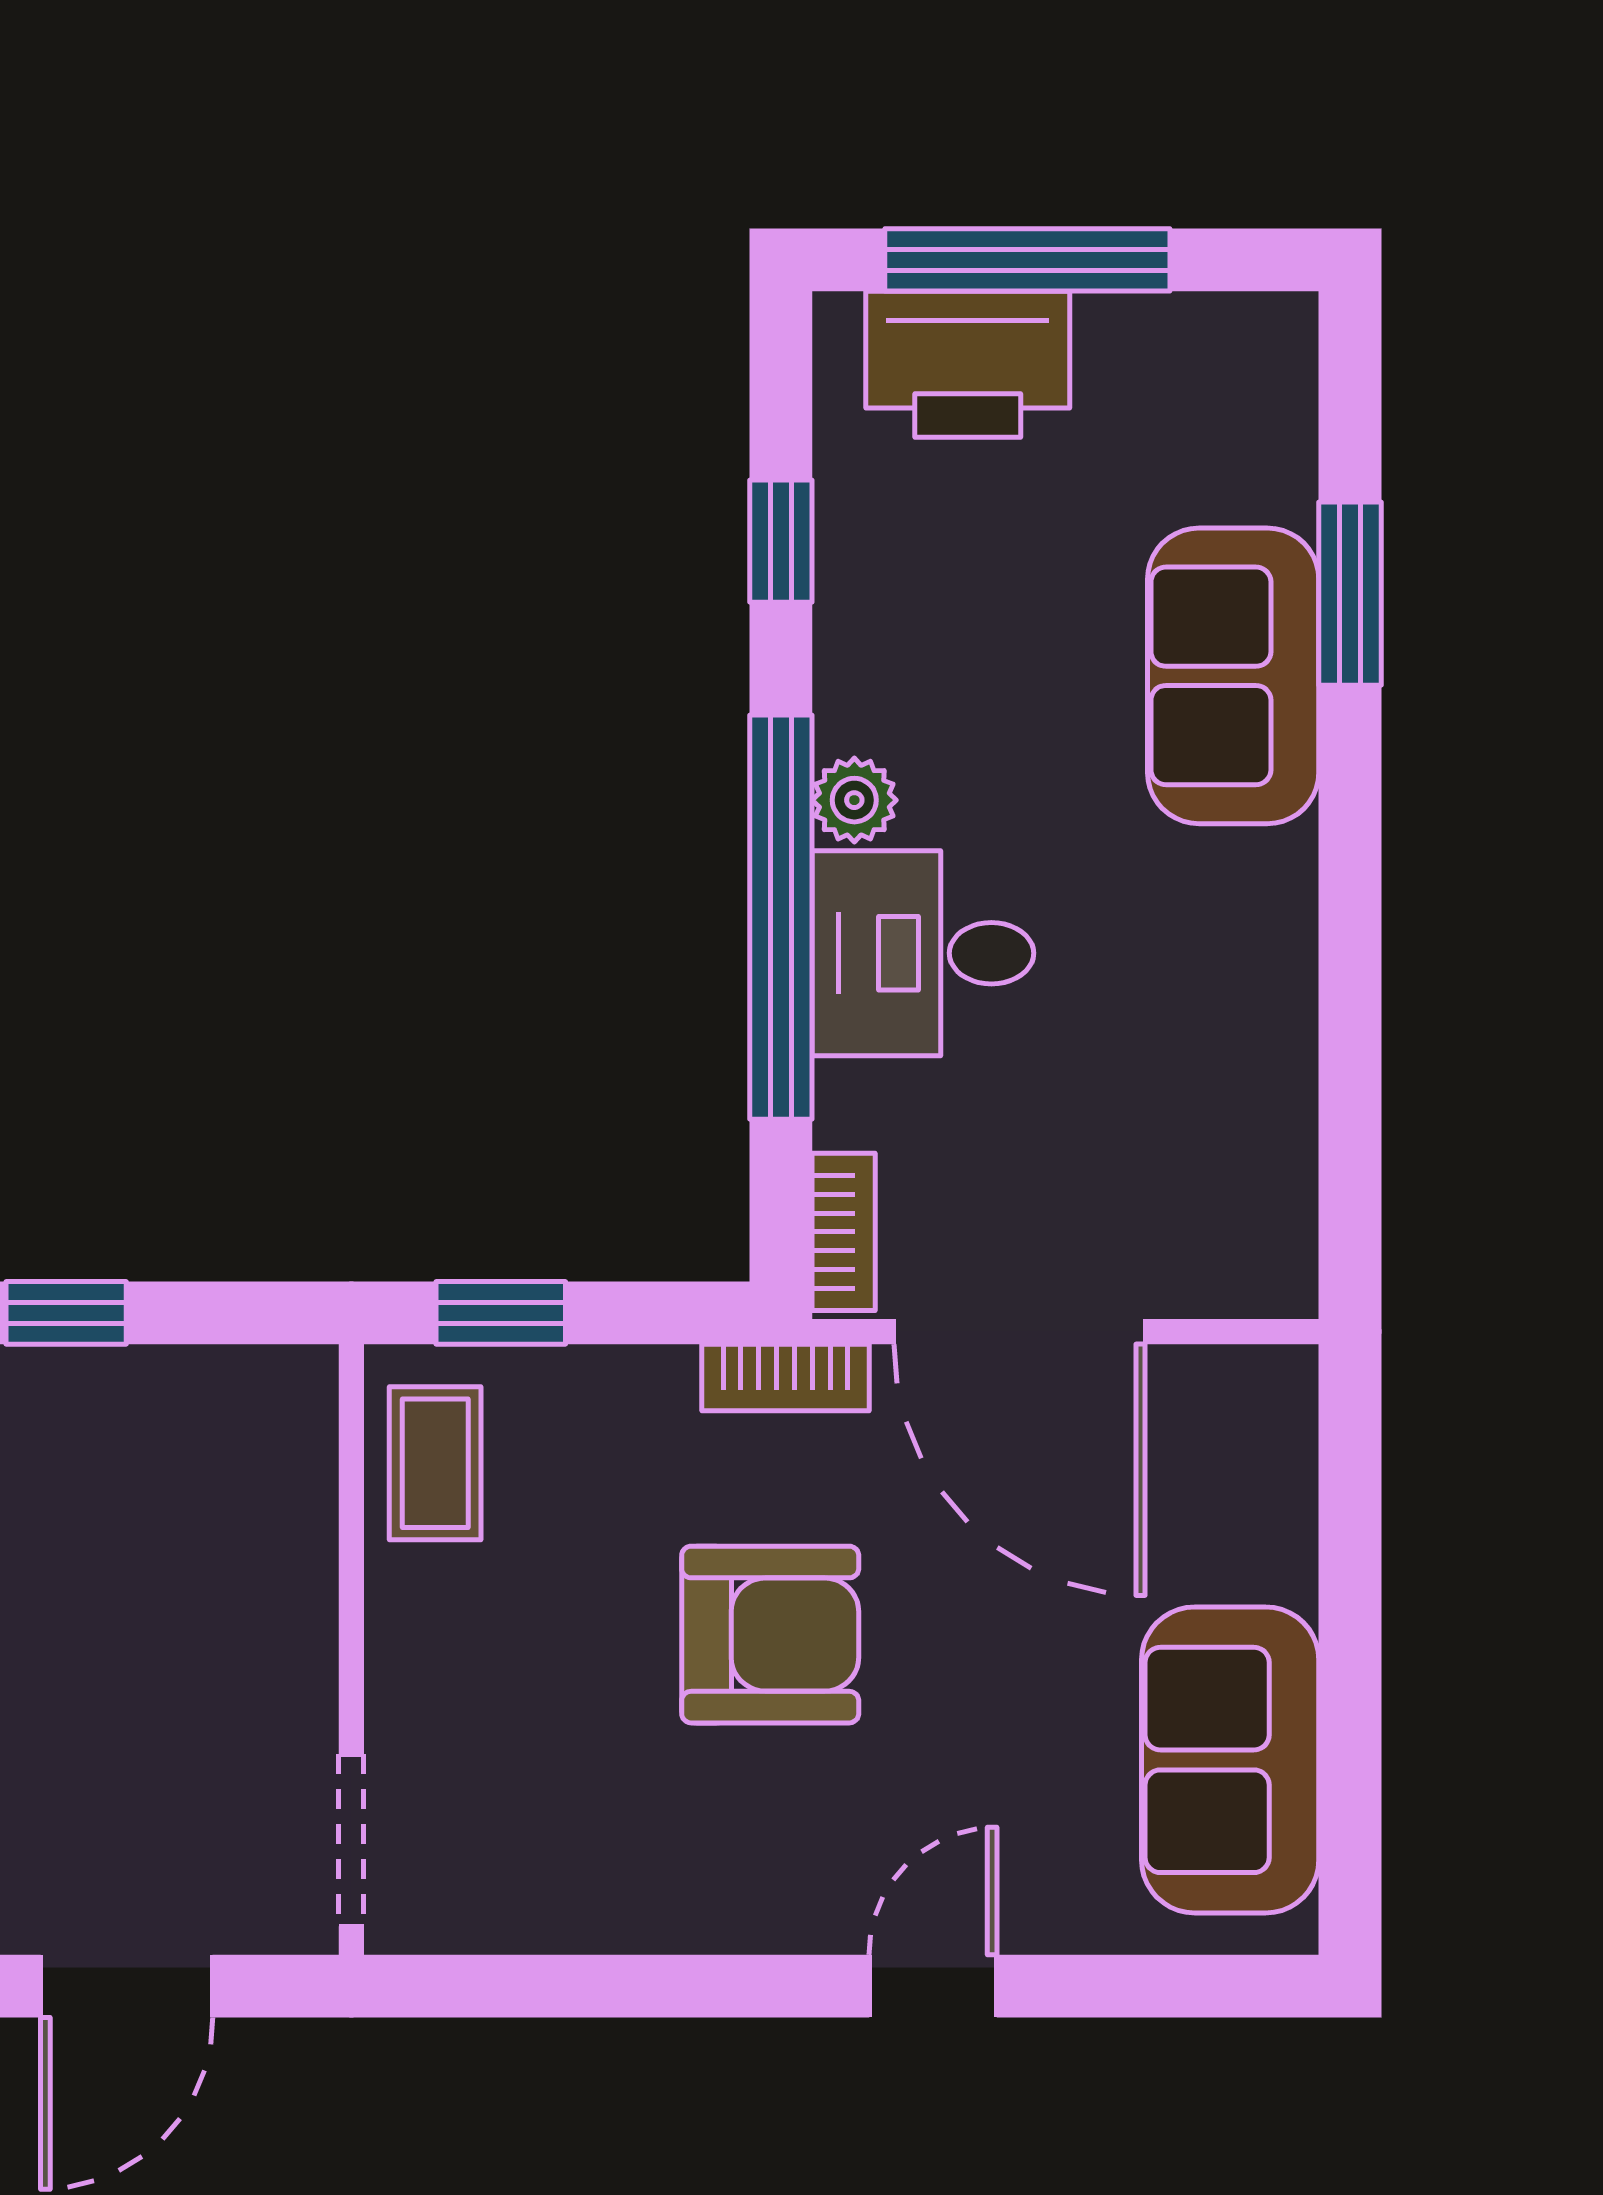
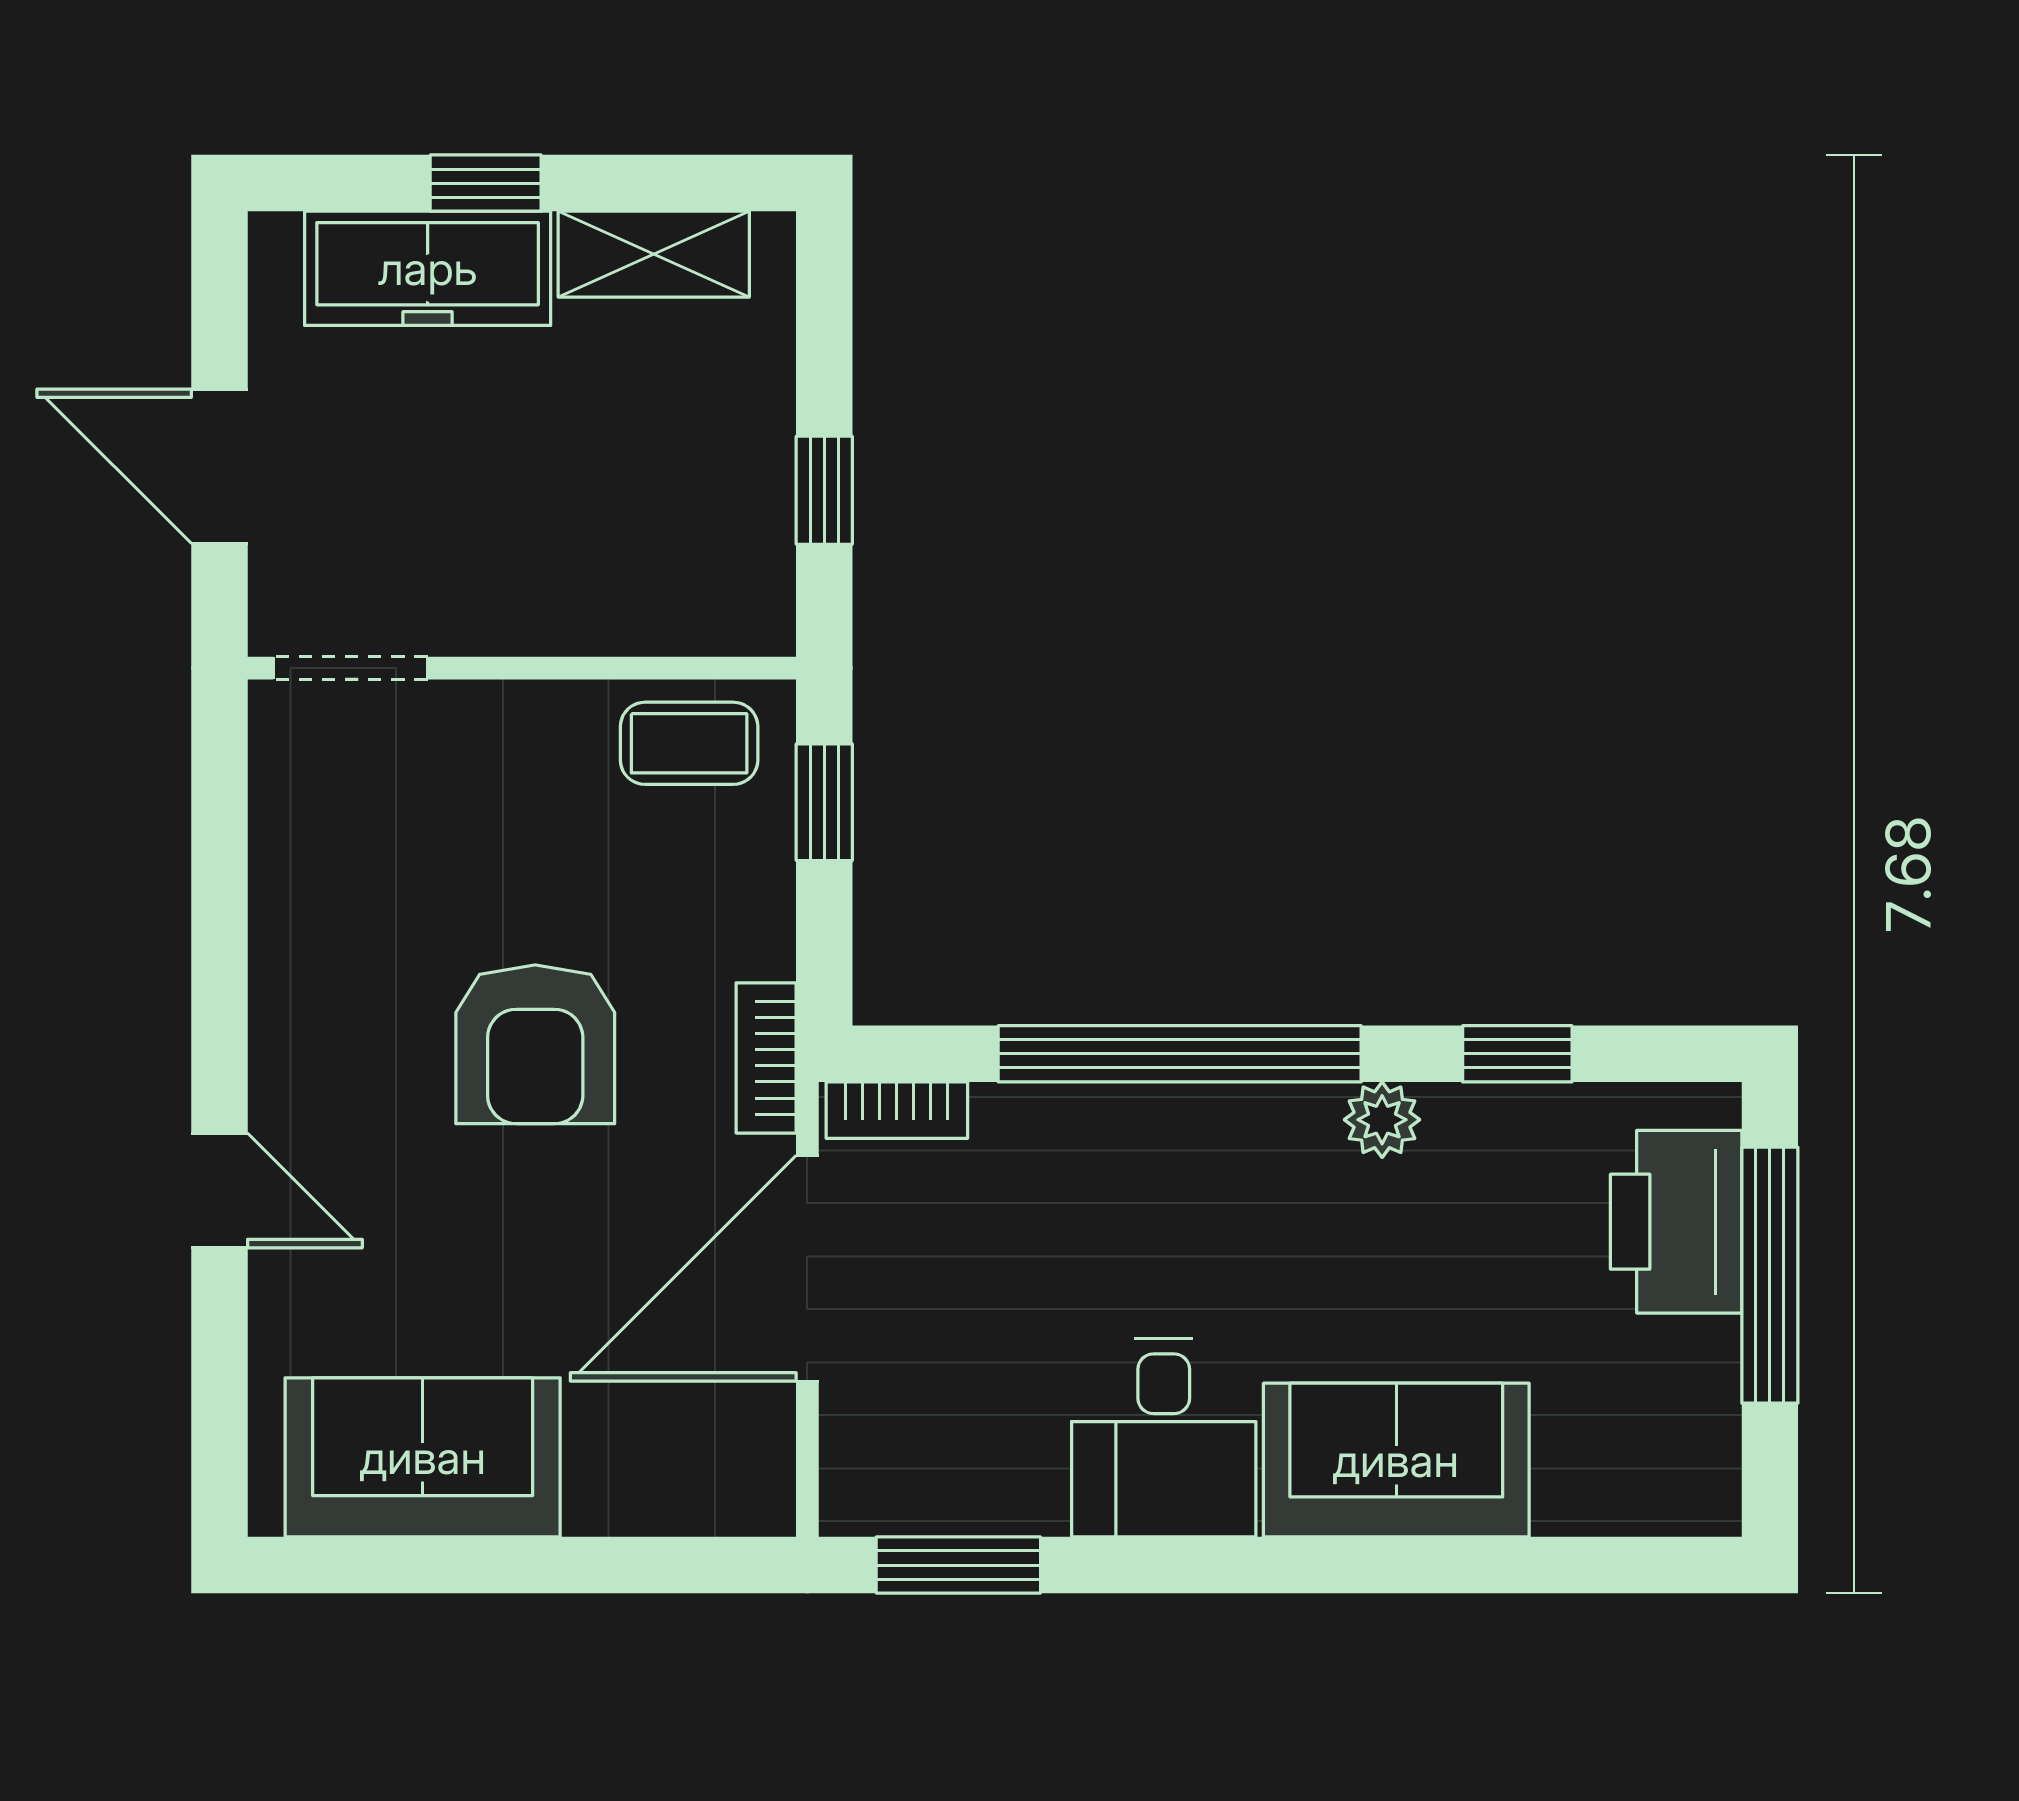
window: (1350, 594) -> (958, 1565), moved
plant: (854, 800) -> (1382, 1120), moved
desk: (923, 953) -> (1164, 1437), moved, turned 180
window: (66, 1313) -> (824, 490), moved

